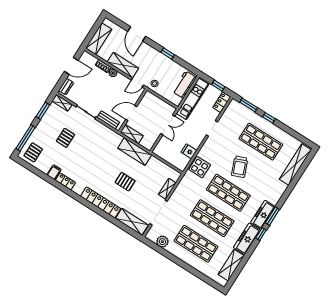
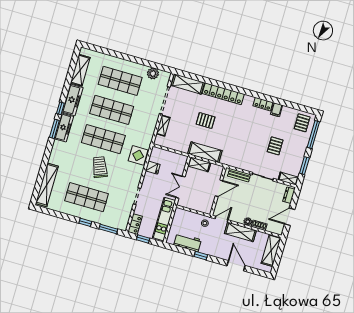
workbench: (184, 85) -> (187, 242), moved, turned -90
shelving: (132, 134) -> (199, 164), moved

